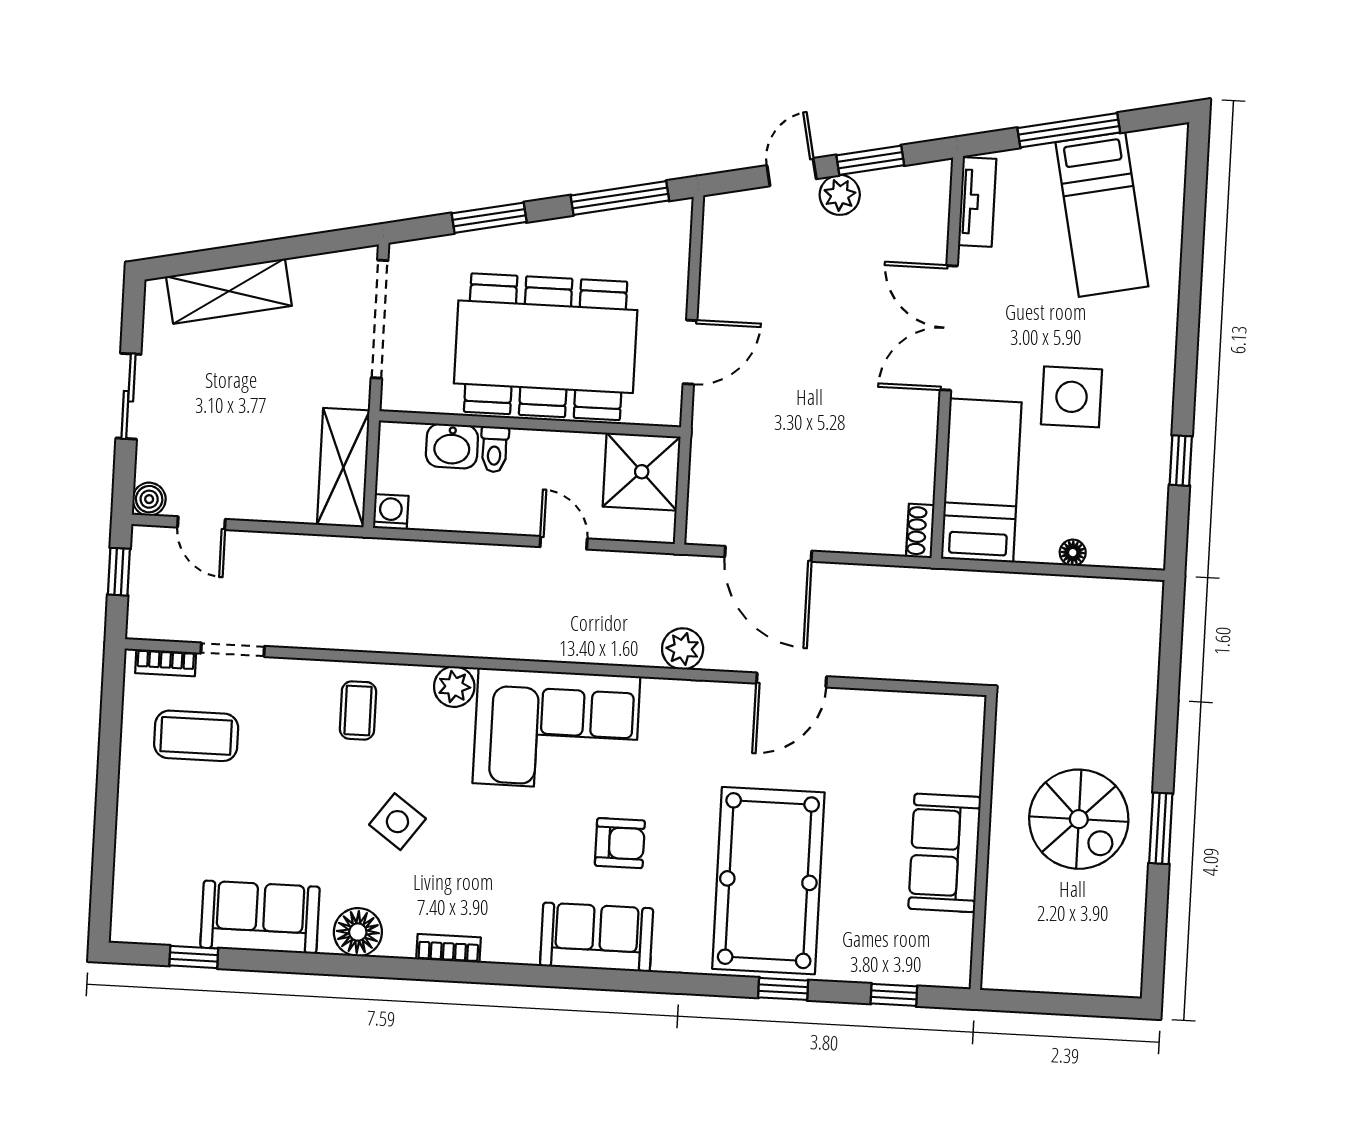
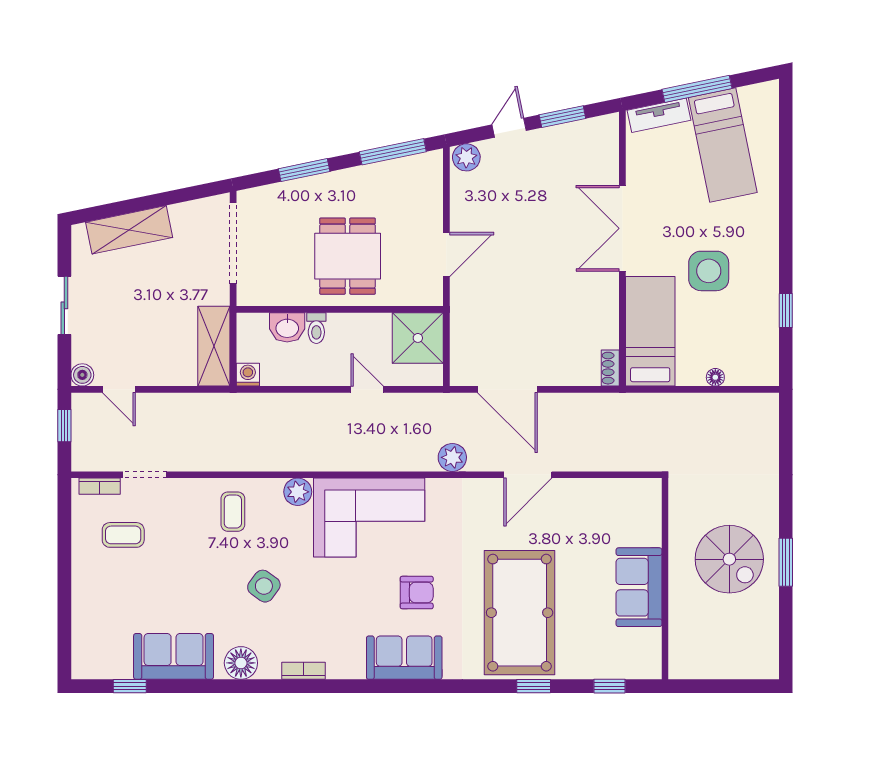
plant: (840, 195) -> (466, 157), moved
tv unit: (977, 202) -> (659, 115), moved, turned 78
dining table: (546, 347) -> (348, 256), width x0.53, depth x0.80
coffee table: (196, 736) -> (123, 535), width x0.73, depth x0.77

